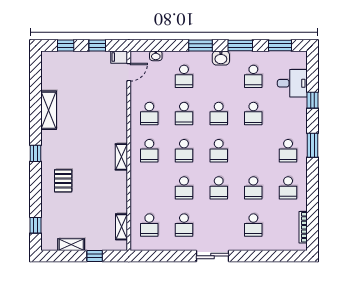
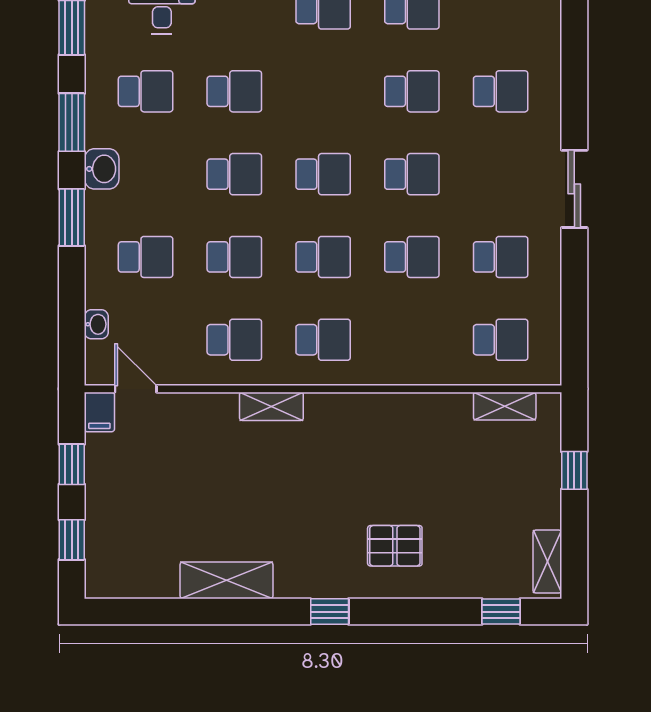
shelving: (121, 157) -> (271, 406), moved
shelving: (71, 245) -> (547, 562), moved

